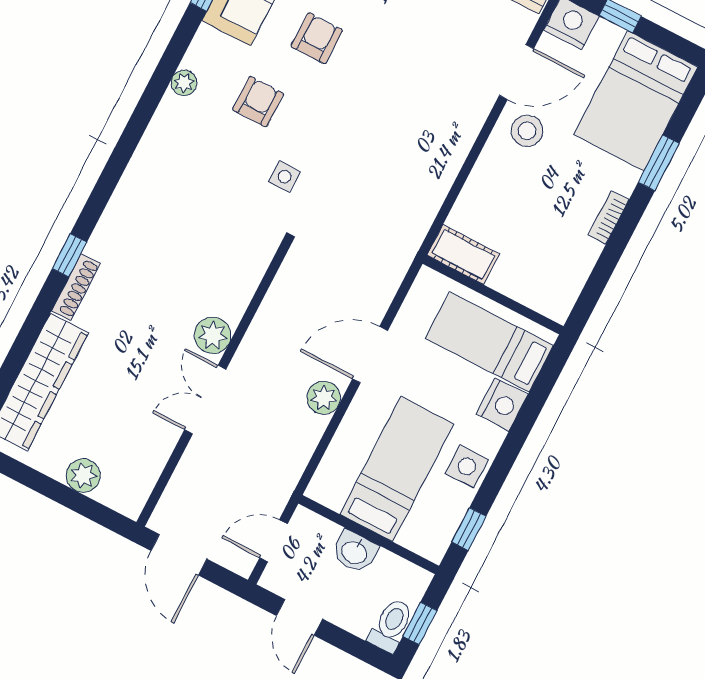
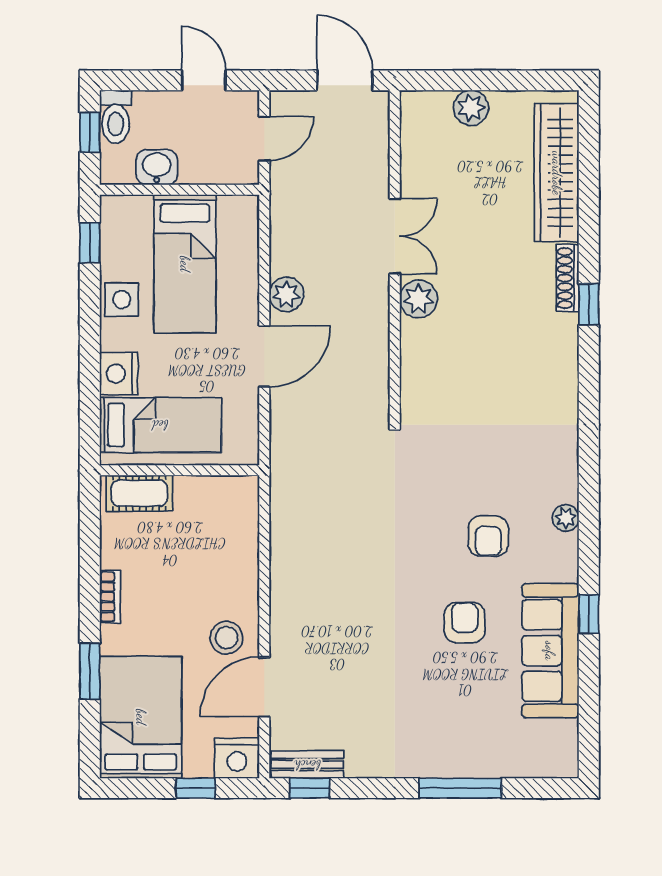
armchair: (317, 38) -> (465, 623), turned 180
side table: (285, 177) -> (428, 480), removed
cot: (463, 255) -> (139, 493), moved
washbasin: (355, 552) -> (157, 167), moved

